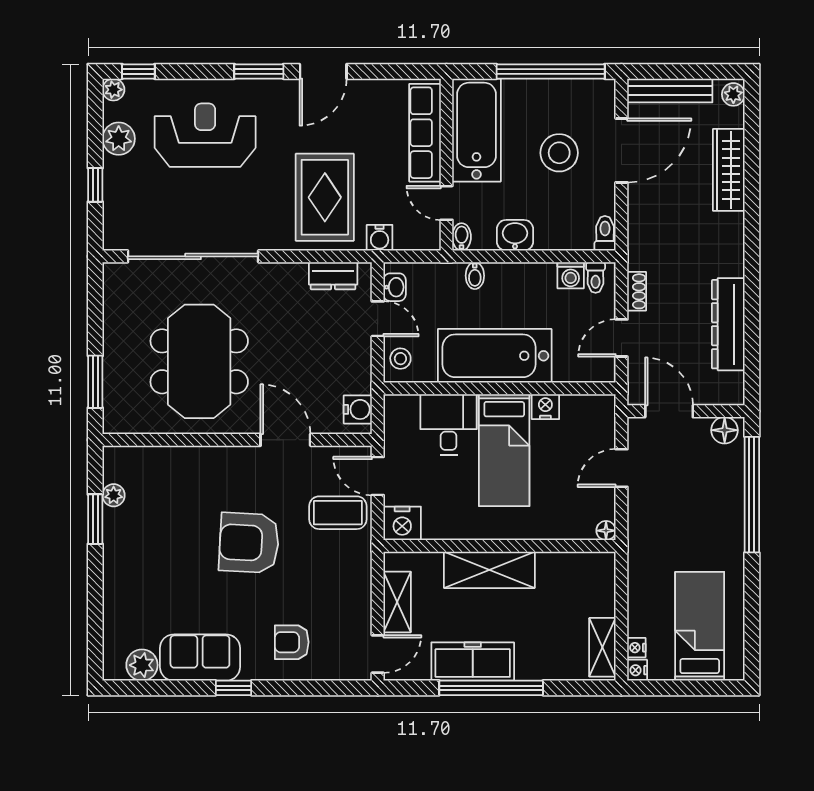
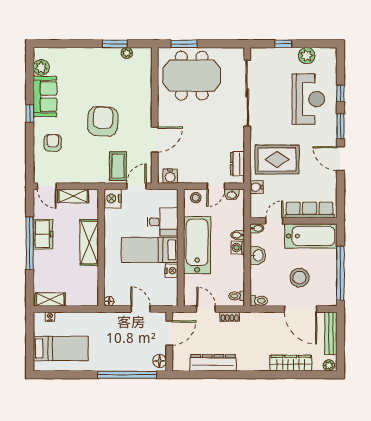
window: (138, 71) -> (340, 93), moved
plant: (113, 90) -> (331, 53), removed
washing machine: (571, 275) -> (238, 248), moved
meeting table: (199, 361) -> (192, 76), moved
freezer: (473, 662) -> (43, 234), width x0.71
nightstand: (637, 670) -> (39, 317), removed

